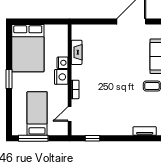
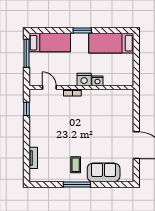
bed: (28, 48) -> (111, 43), width x0.67
fireplace: (77, 52) -> (107, 94), removed
bed: (37, 114) -> (50, 43), moved

